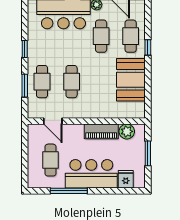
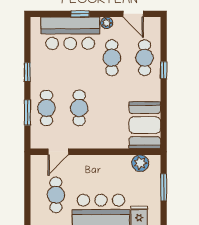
booth: (131, 80) -> (145, 125), moved
door: (53, 121) -> (58, 152), hinge flipped
piano: (101, 131) -> (112, 163), removed

